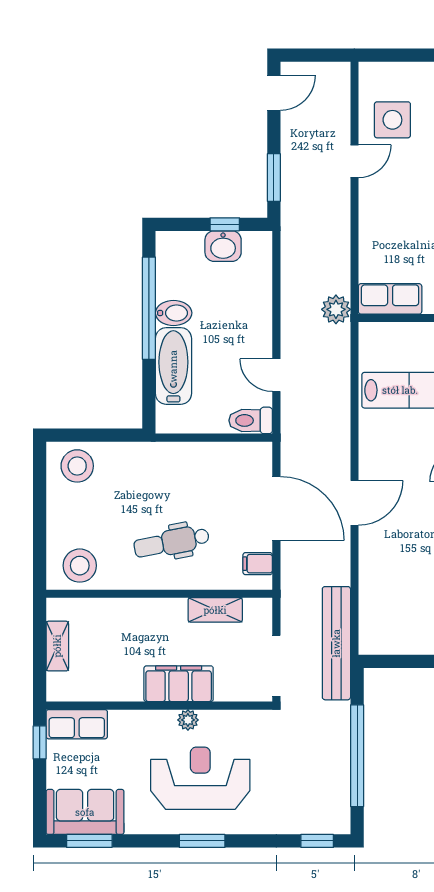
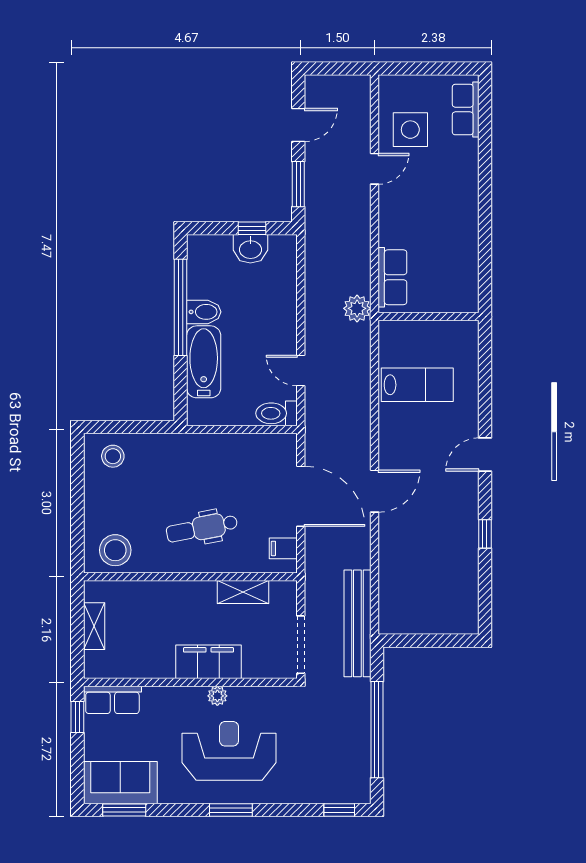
door: (274, 93) -> (298, 125), moved
row of seats: (390, 299) -> (392, 277), moved, turned 90
stool: (77, 466) -> (113, 456), width x0.73, depth x0.73

